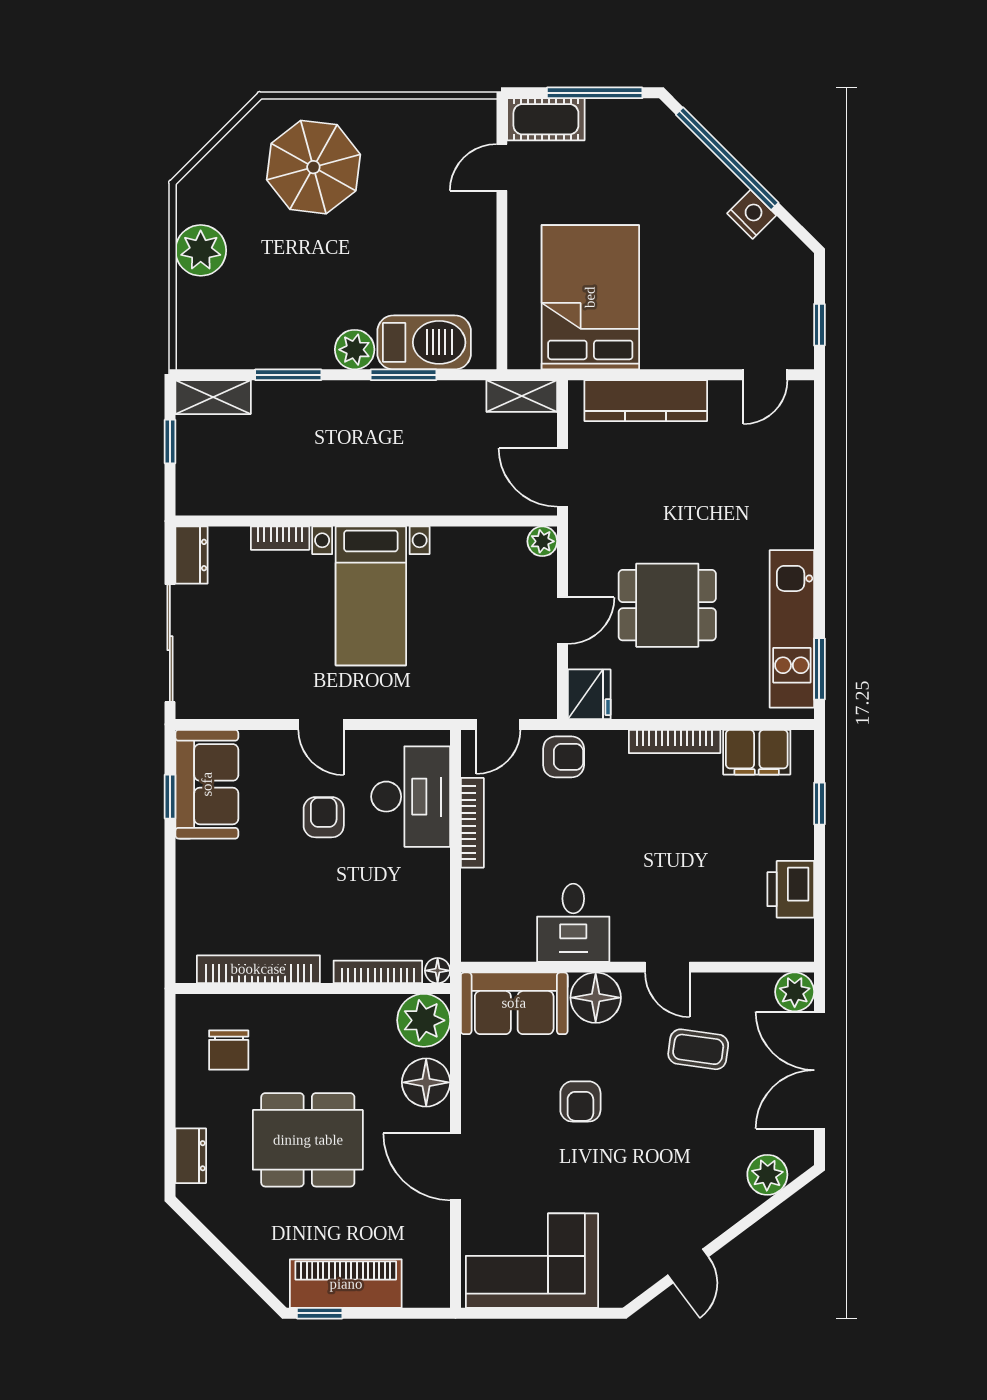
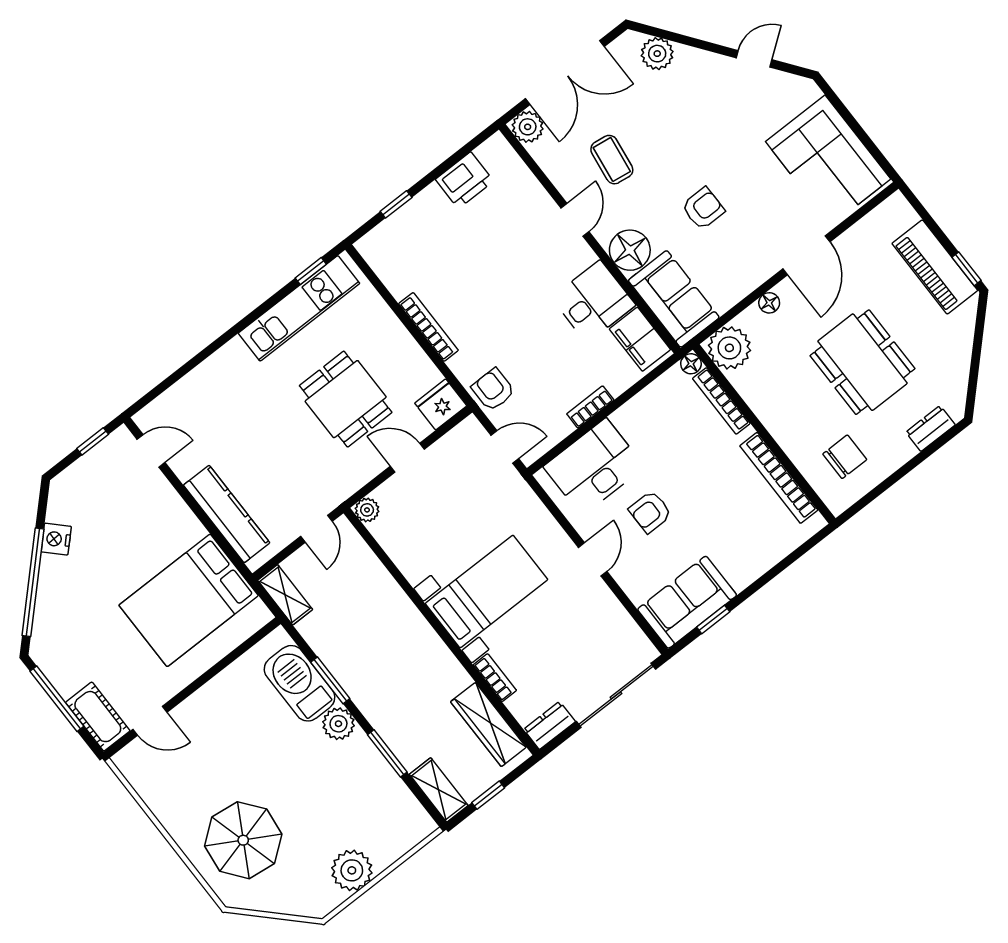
door: (563, 477) -> (317, 529), width x0.73
wardrobe: (239, 496) -> (488, 724), added
window: (819, 669) -> (311, 271), width x0.67
filing cabinet: (757, 752) -> (640, 339), moved, turned 180
bookcase: (472, 823) -> (590, 407), width x0.64
floor lamp: (426, 1082) -> (769, 303), width x0.53, depth x0.53

